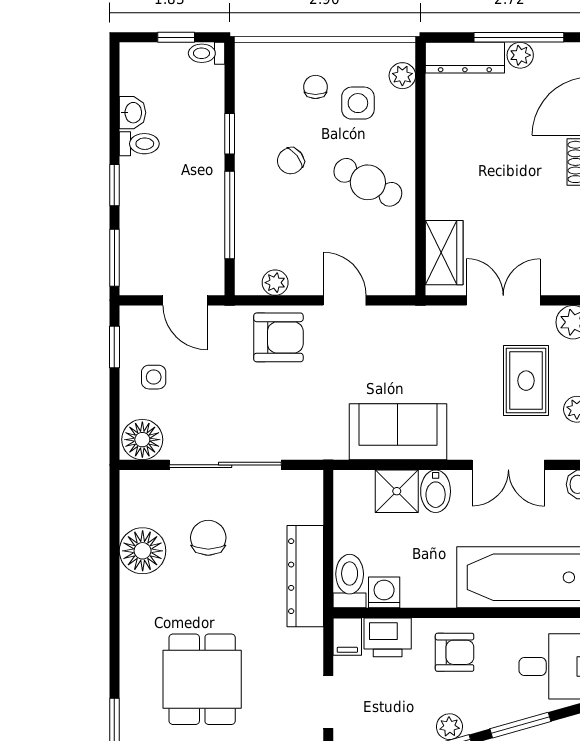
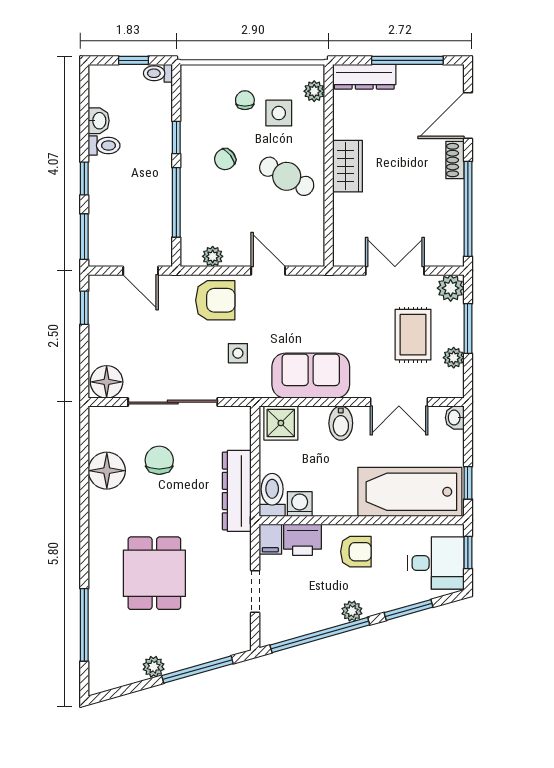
plant: (520, 55) -> (408, 75), removed
wardrobe: (444, 253) -> (348, 166), moved
side table: (154, 377) -> (238, 353), moved
shower: (397, 491) -> (281, 423), moved

